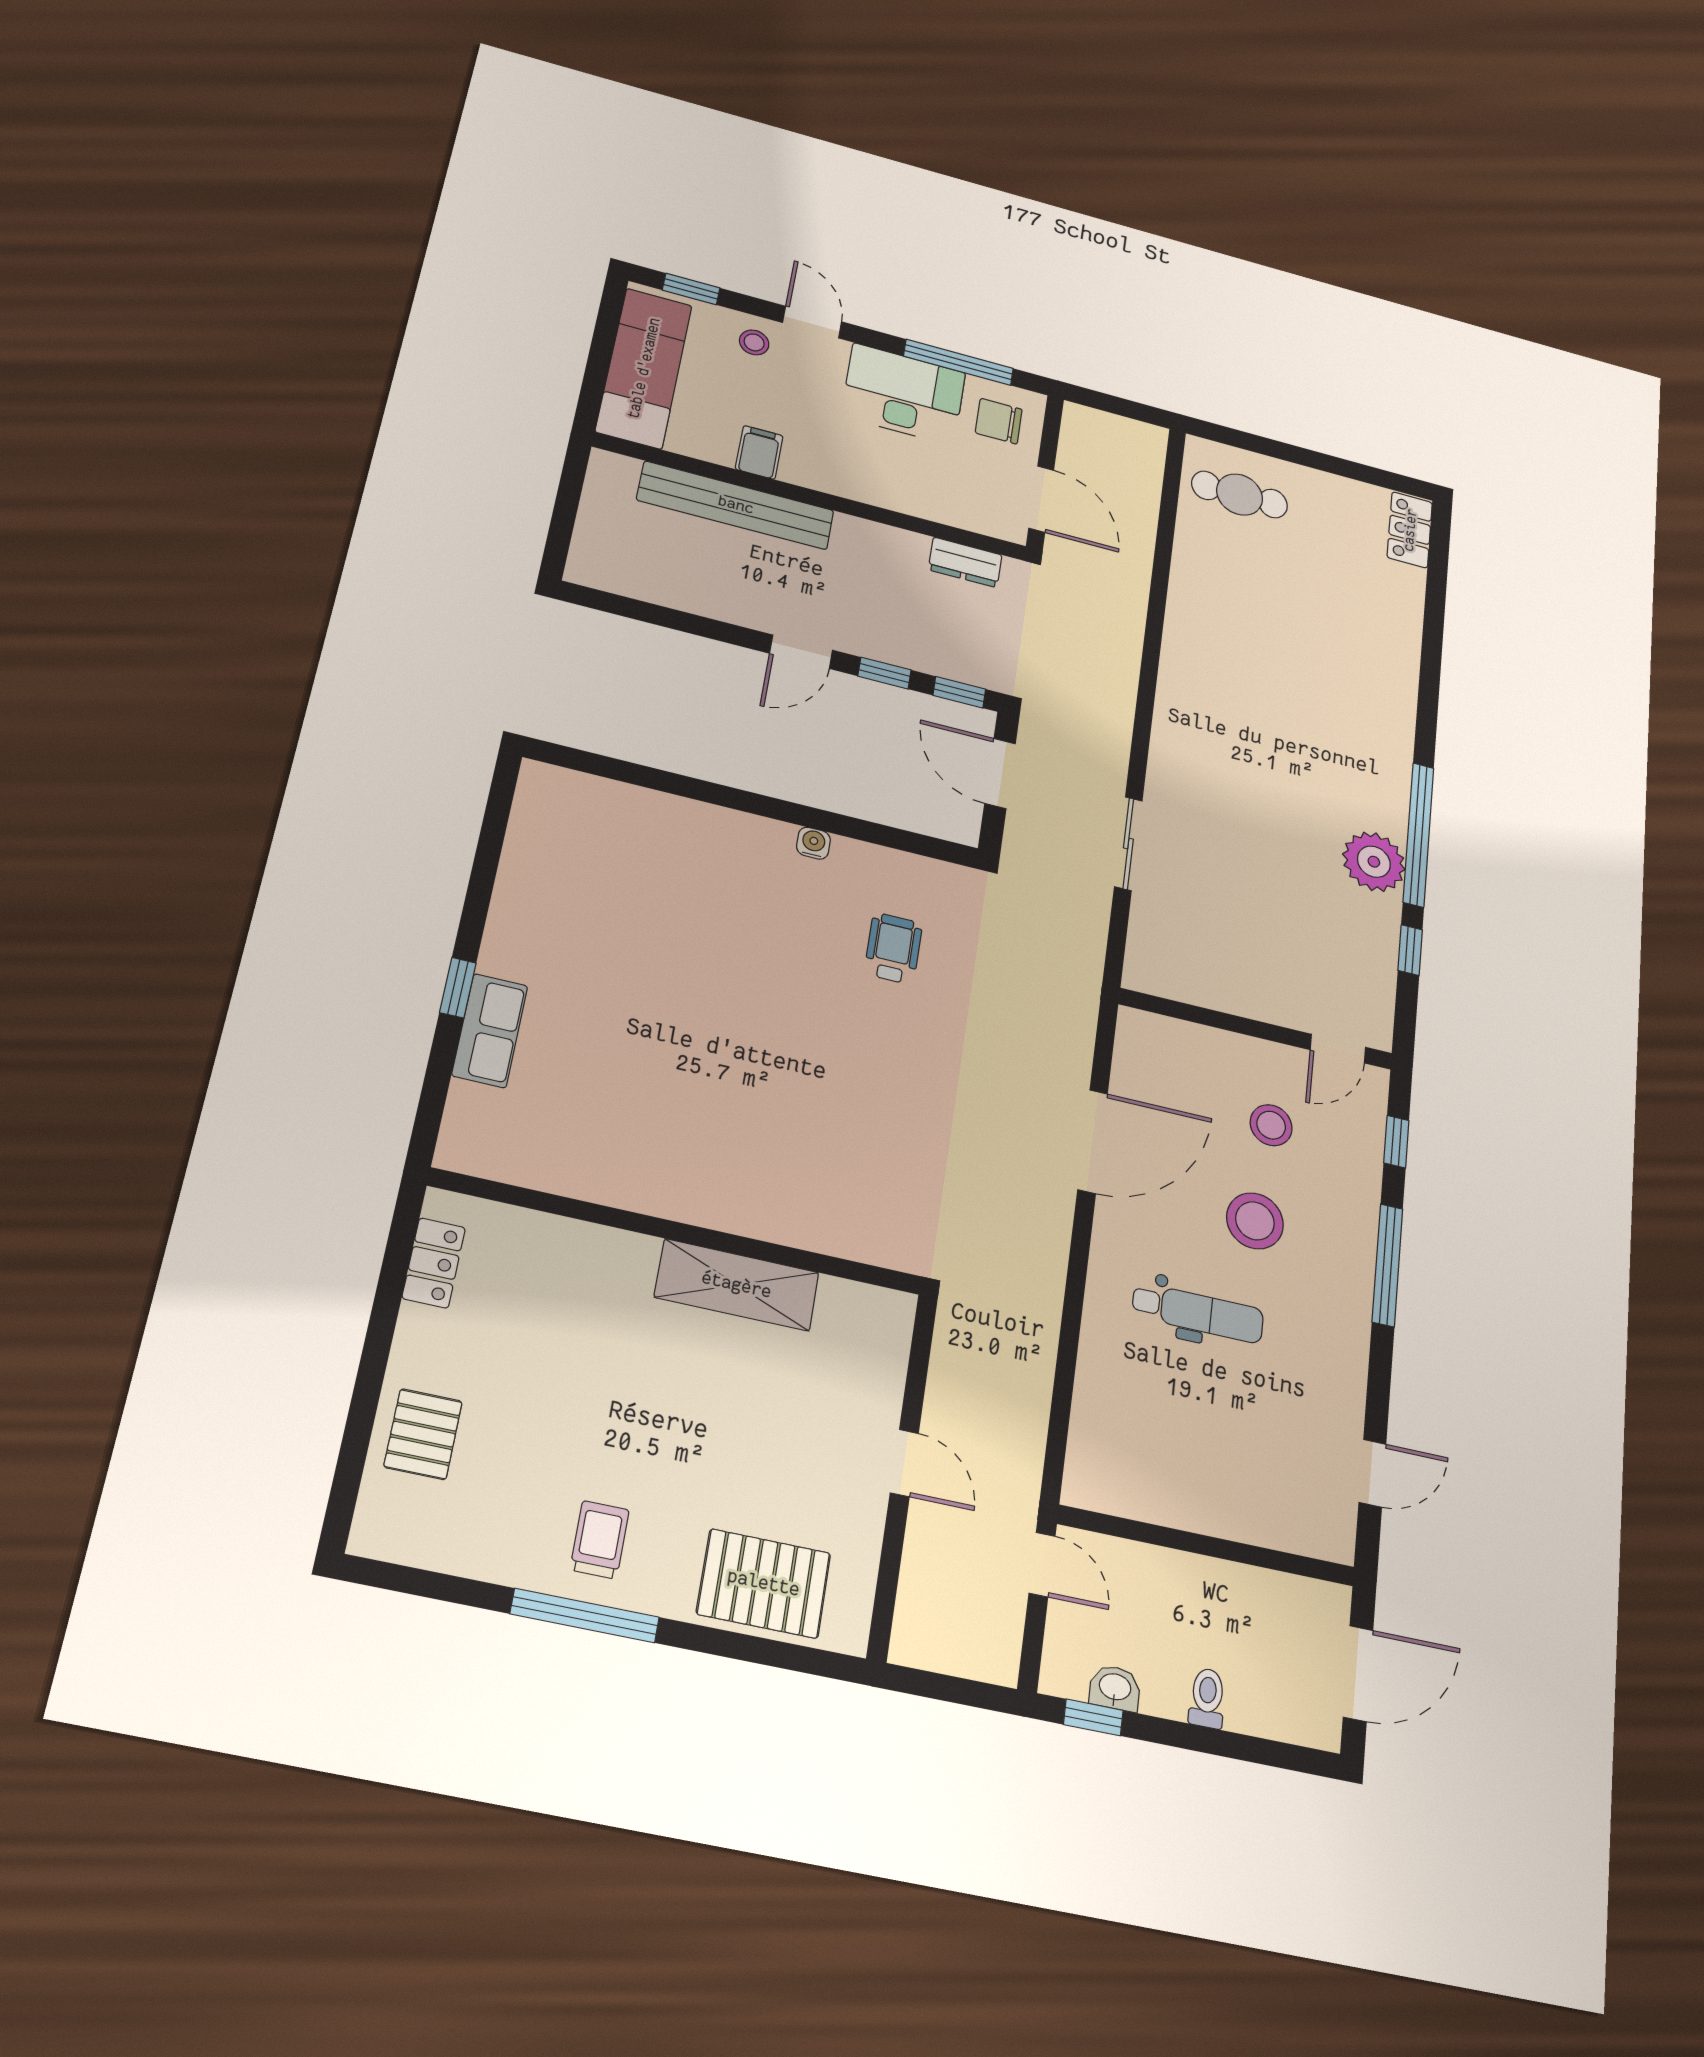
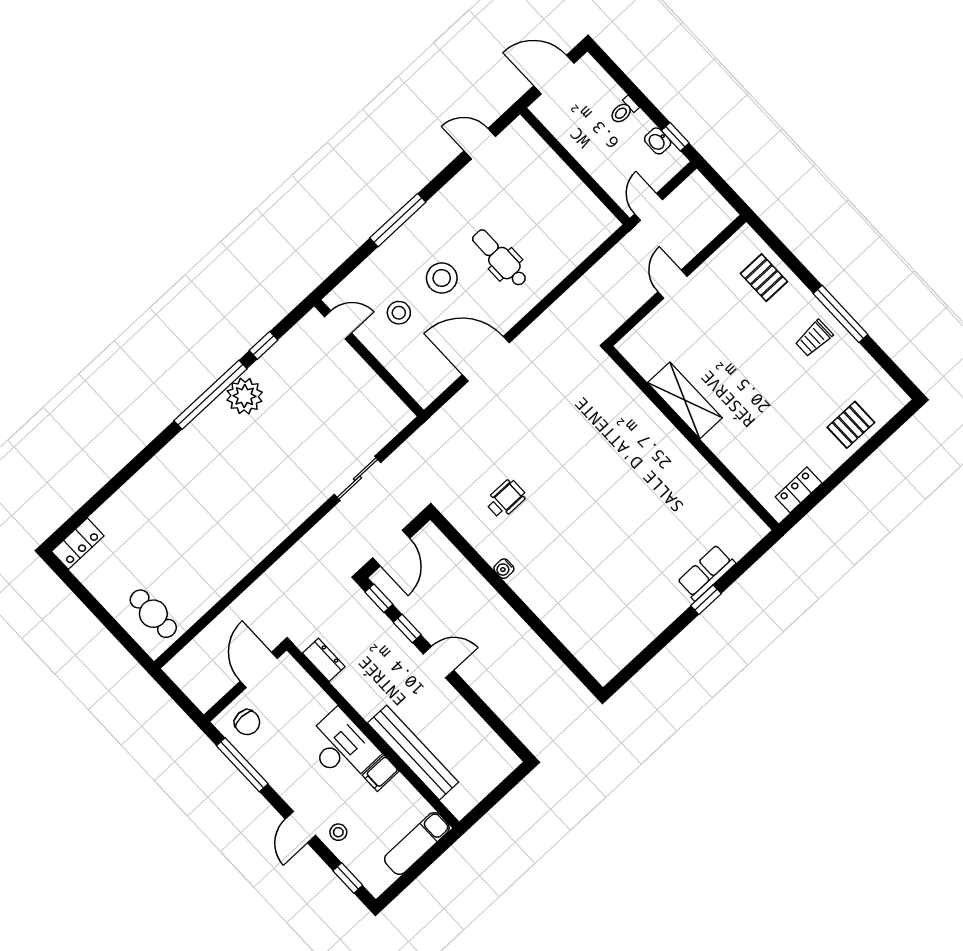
exam couch: (644, 368) -> (417, 843), width x0.73, depth x0.69
desk: (903, 394) -> (341, 747), moved, turned 180
wheelchair: (893, 948) -> (506, 499), turned 180
window: (1396, 1142) -> (347, 268), removed
pallet: (764, 1583) -> (764, 278), width x0.67, depth x0.71

